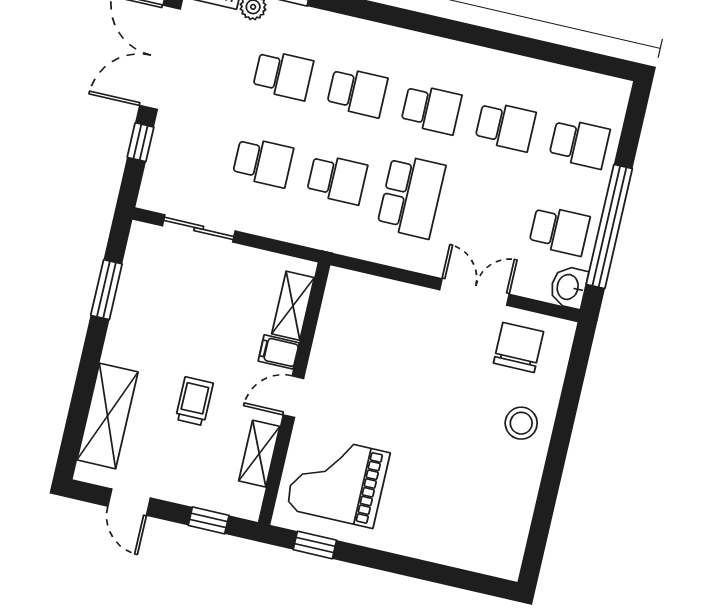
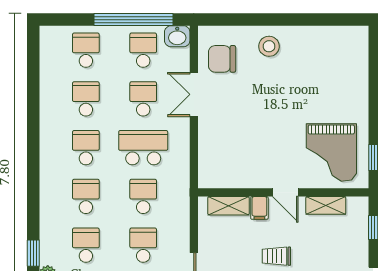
school desk: (485, 213) -> (143, 99), added
trolley: (194, 401) -> (276, 256), moved

